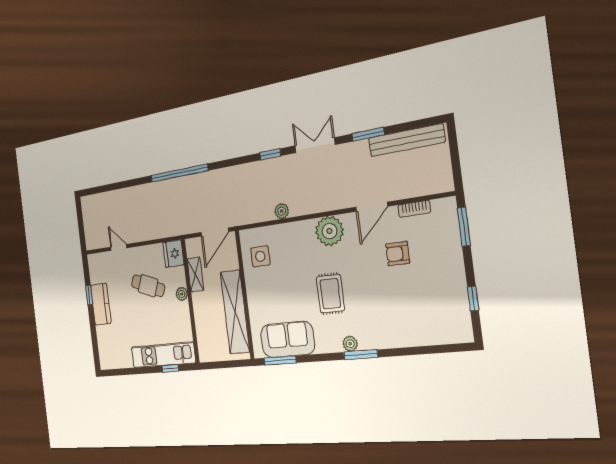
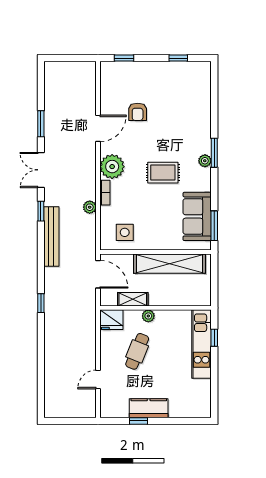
bench: (406, 140) -> (51, 236), moved
window: (179, 173) -> (41, 303), width x0.32
door: (371, 207) -> (98, 128), hinge flipped
bookcase: (414, 209) -> (105, 193), moved
window: (464, 227) -> (124, 58), width x0.67

